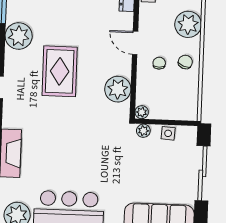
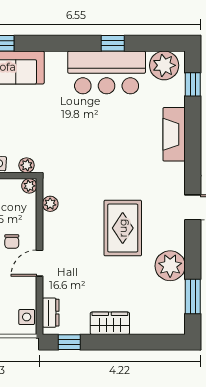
door: (135, 43) -> (40, 263), swing flipped
plant: (118, 89) -> (50, 204), width x0.53, depth x0.53

